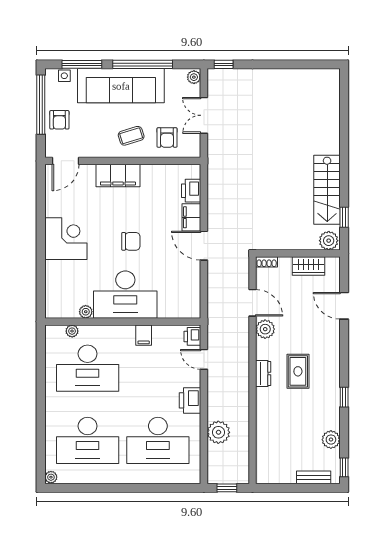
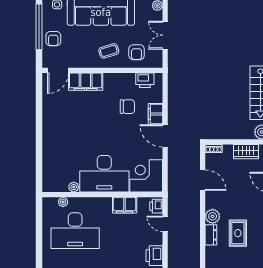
filing cabinet: (118, 176) -> (86, 82), moved
printer: (191, 191) -> (145, 80), moved, turned -90
corner desk: (66, 239) -> (146, 176), moved, turned -90
chair: (131, 241) -> (127, 107), moved
plant: (265, 329) -> (213, 216), moved
filing cabinet: (144, 335) -> (125, 205), width x2.00

